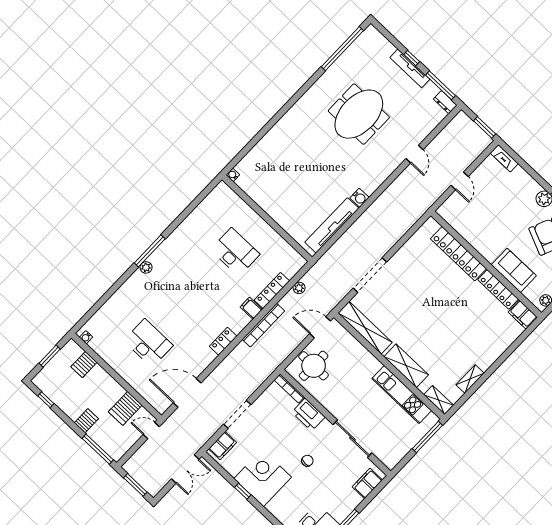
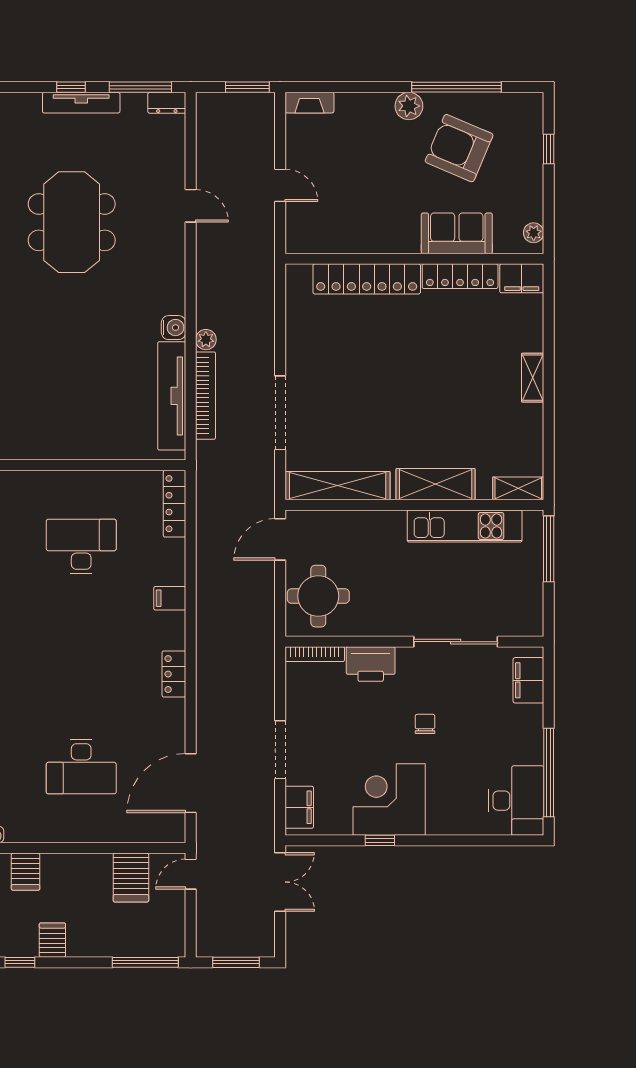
plant: (299, 288) -> (206, 340), moved
locker: (272, 290) -> (175, 504), moved
bookcase: (263, 325) -> (206, 396), moved
desk: (148, 343) -> (81, 767), turned 180
shelving: (470, 379) -> (533, 378), moved
server rack: (86, 421) -> (52, 940), moved

